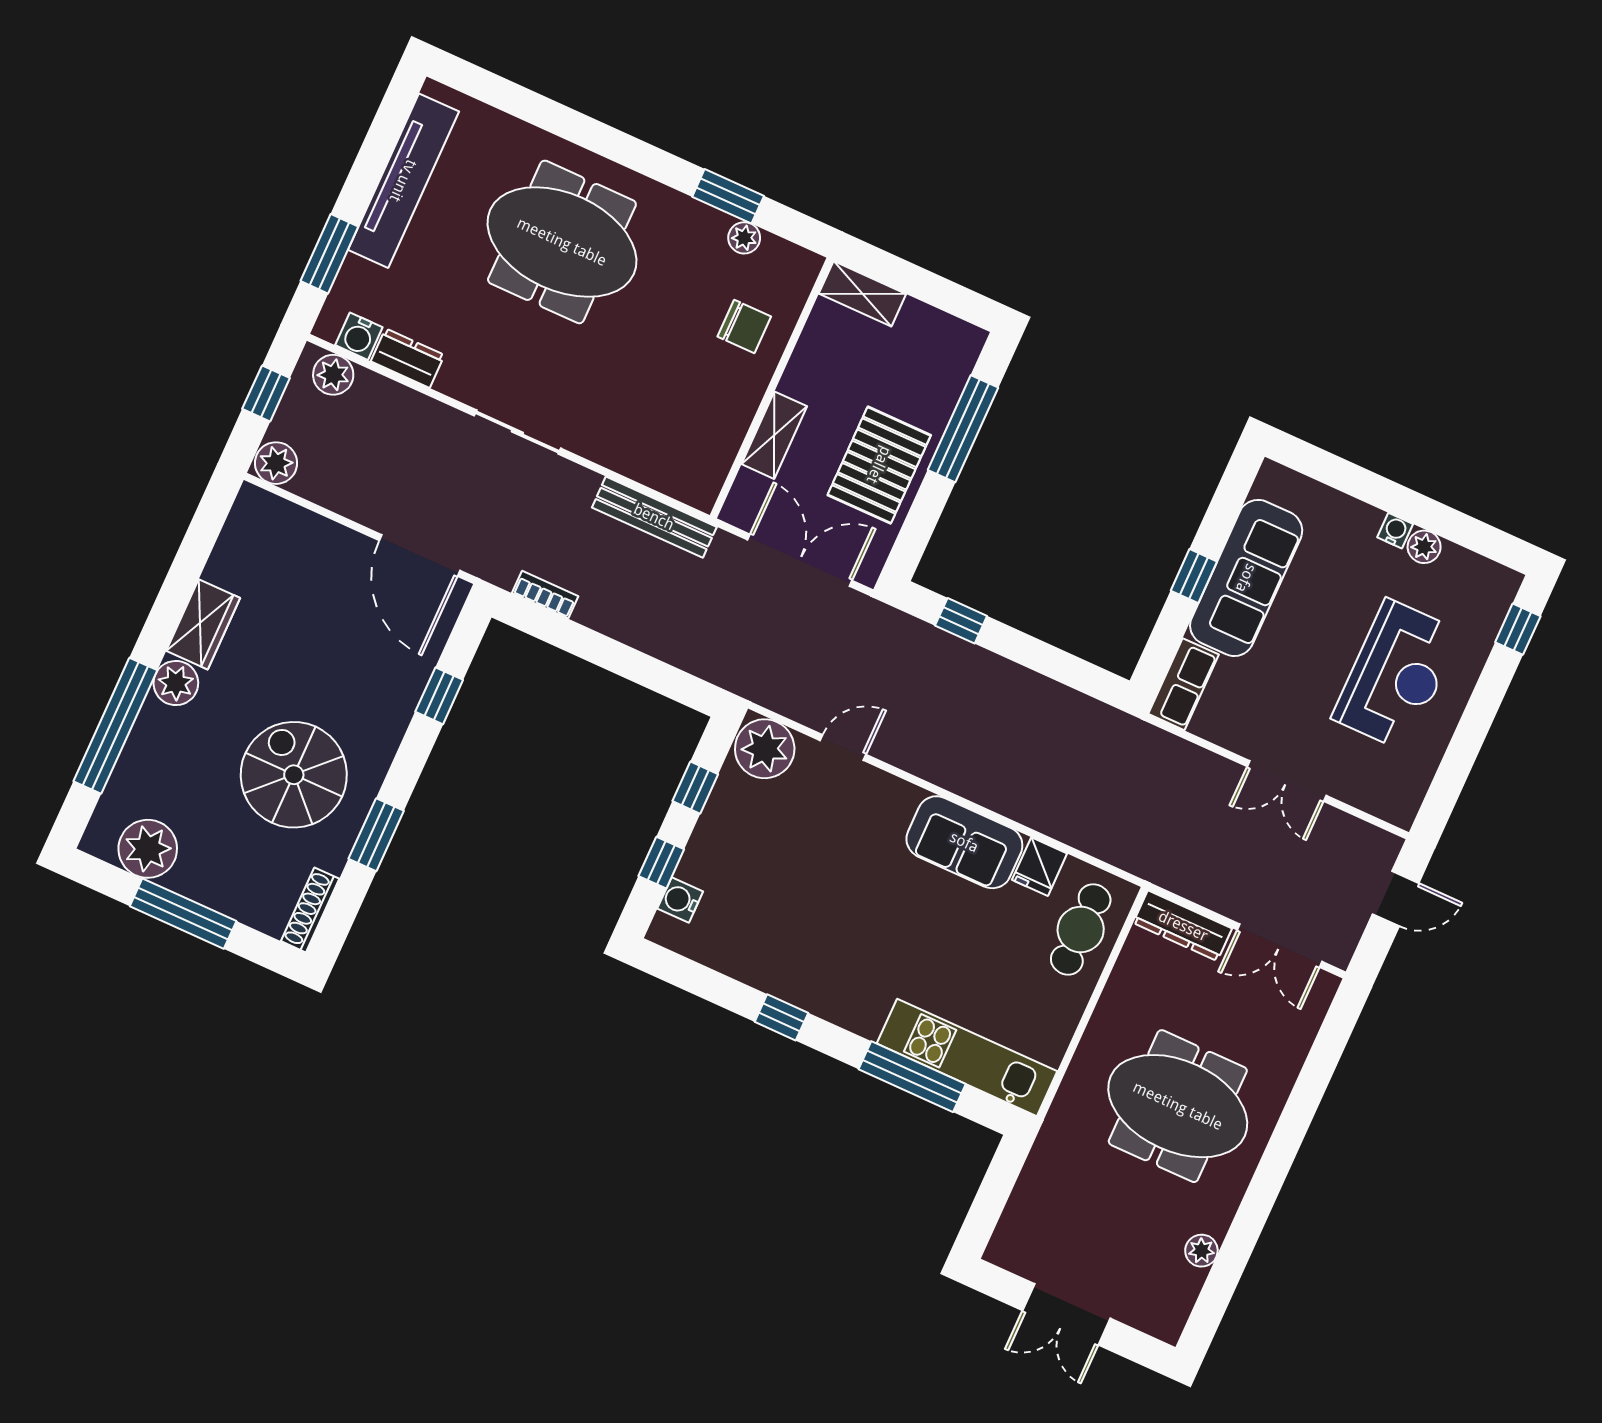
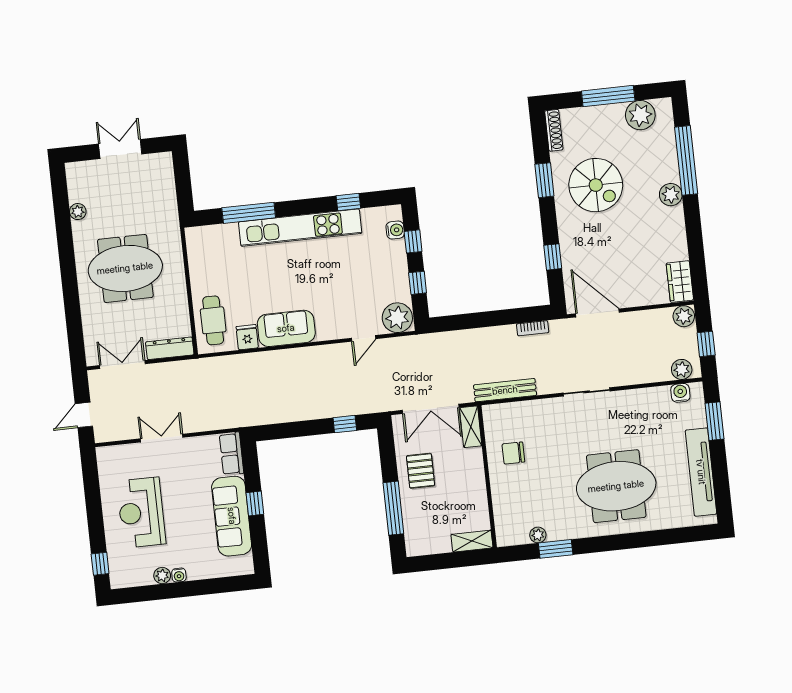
chair: (744, 326) -> (513, 453), moved
dresser: (408, 358) -> (654, 396), removed
shelving: (774, 435) -> (471, 427), moved
pallet: (879, 465) -> (421, 471), width x0.67, depth x0.71
wardrobe: (203, 624) -> (680, 282), moved
window: (781, 1017) -> (348, 202), moved
kitchen unit: (967, 1057) -> (300, 228), moved, width x1.36

